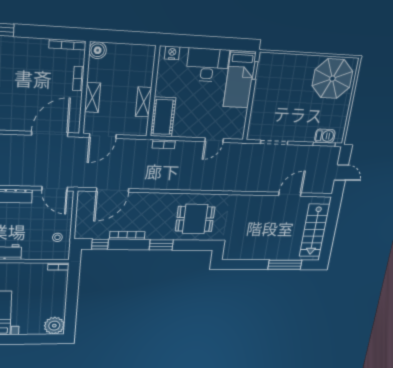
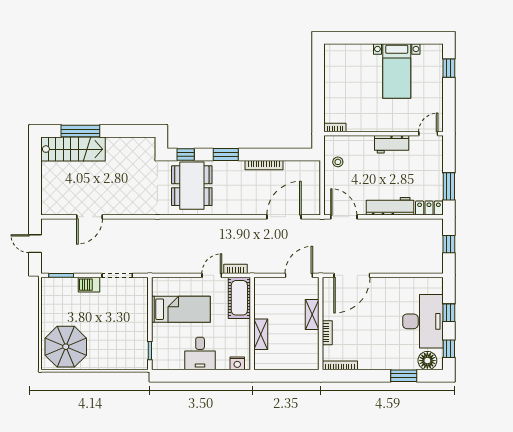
boiler: (98, 50) -> (311, 362), removed
desk: (208, 65) -> (200, 353), width x0.73
bed: (240, 79) -> (181, 309), moved, turned 90
shelving: (144, 102) -> (261, 334), moved
barbecue: (325, 136) -> (89, 285), moved
door: (214, 140) -> (212, 275), moved
dining table: (195, 219) -> (192, 186), width x1.38
stairs: (315, 230) -> (73, 149), moved, turned 90
window: (100, 244) -> (186, 154), moved
plant: (54, 326) -> (335, 55), removed

